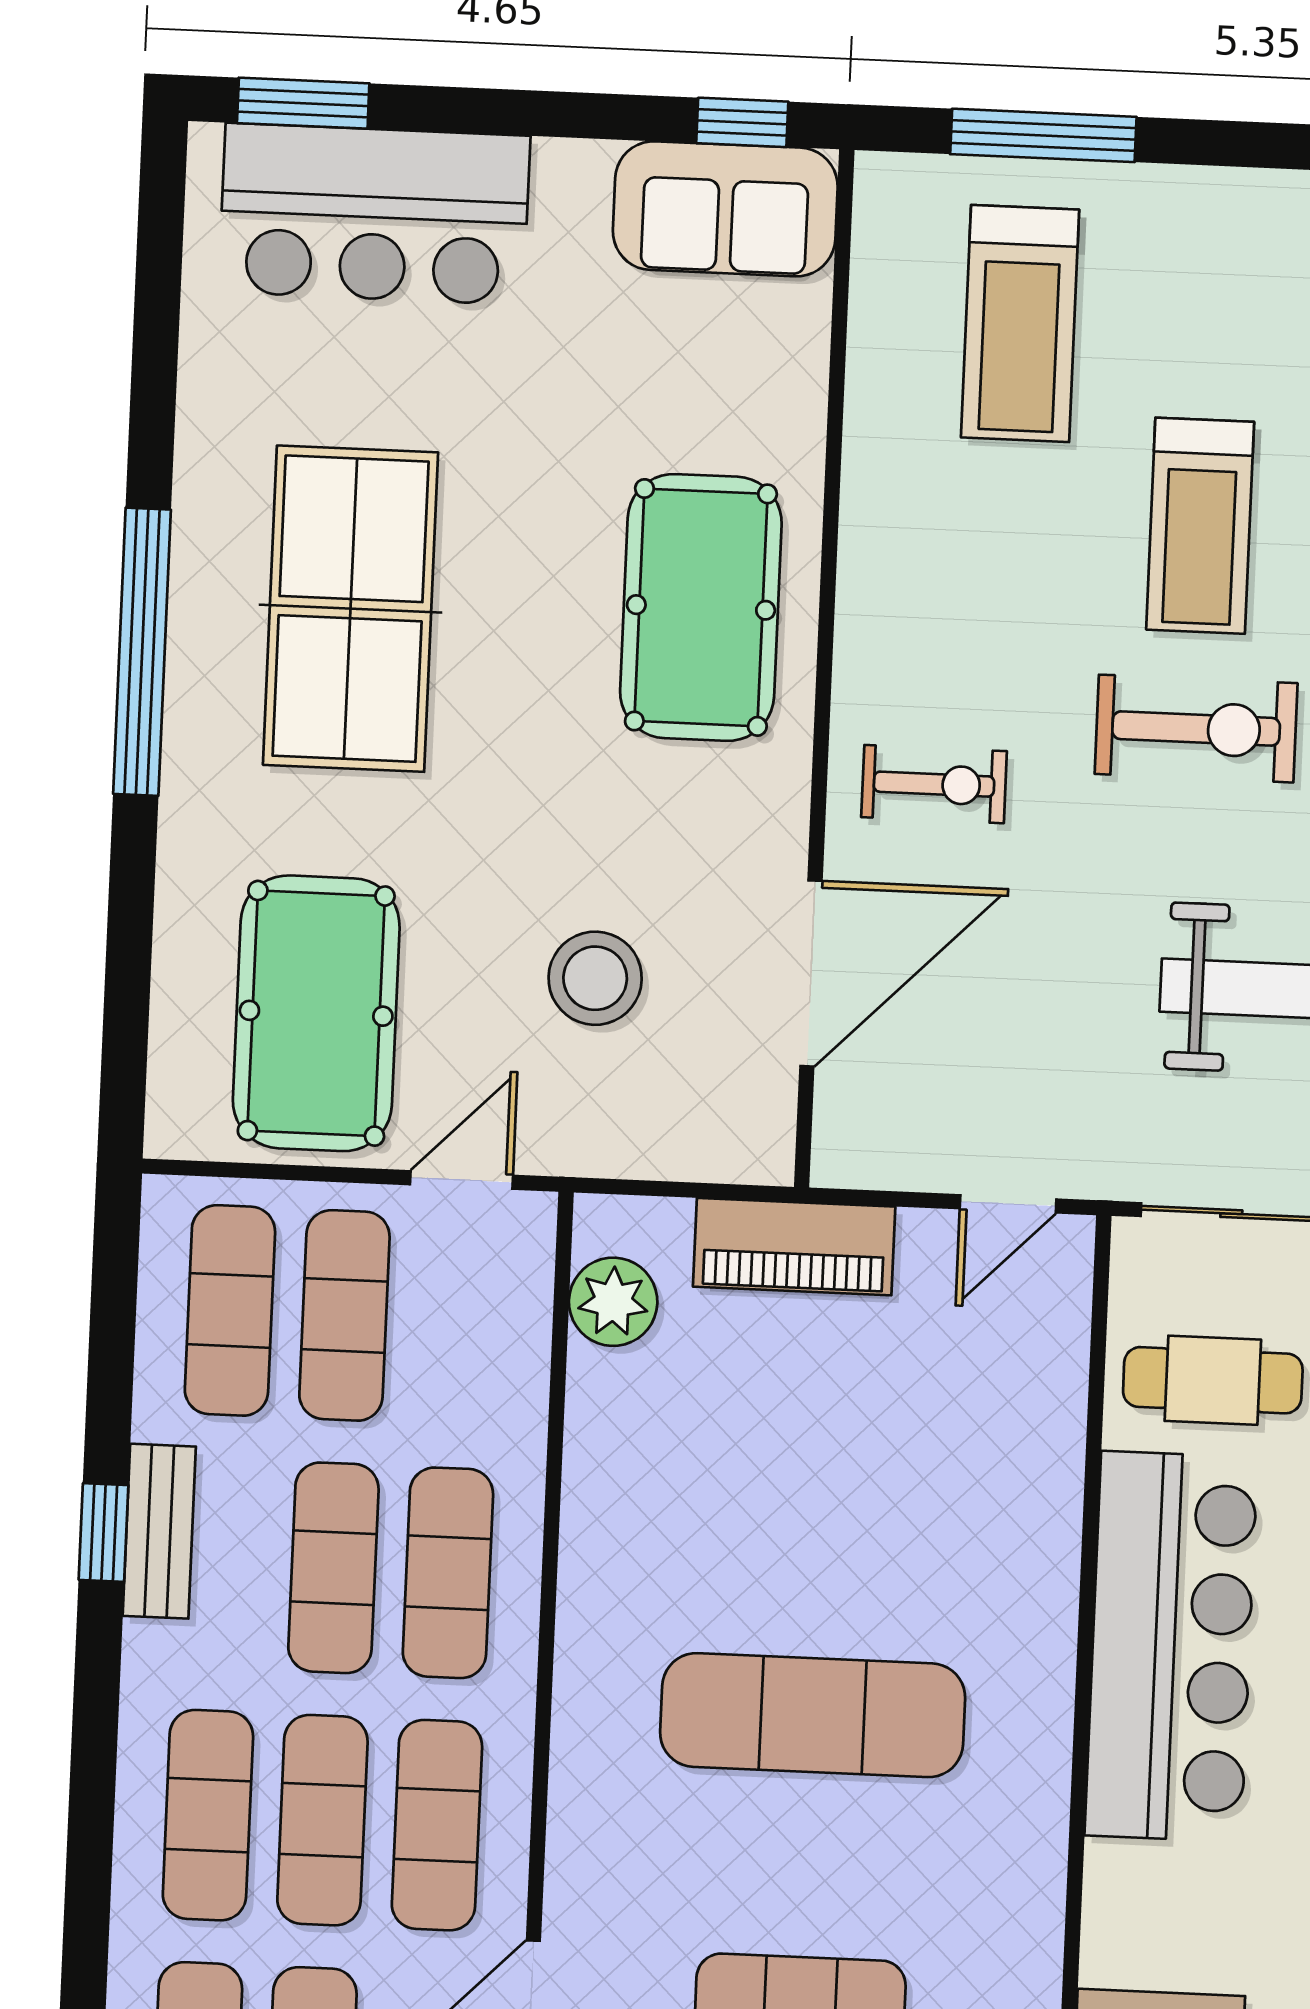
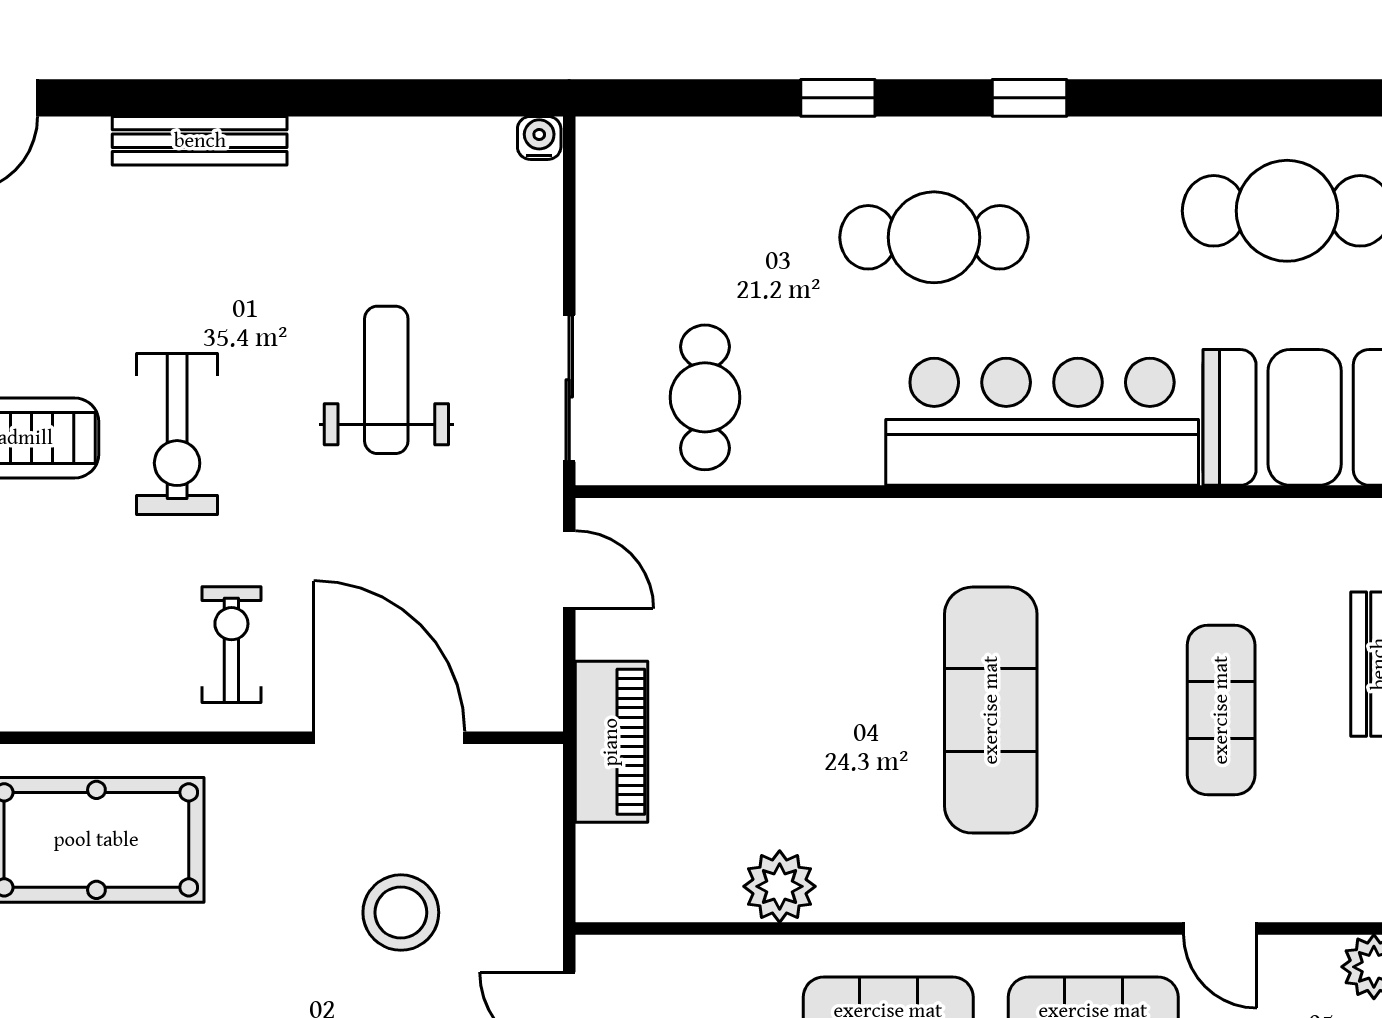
exercise bike: (1196, 729) -> (177, 434), turned 180
plant: (613, 1302) -> (780, 886), moved
bar counter: (1171, 1646) -> (1042, 422), moved

